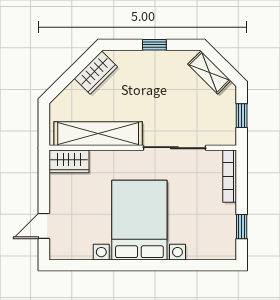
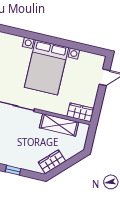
shelving: (98, 134) -> (59, 125), width x0.68

